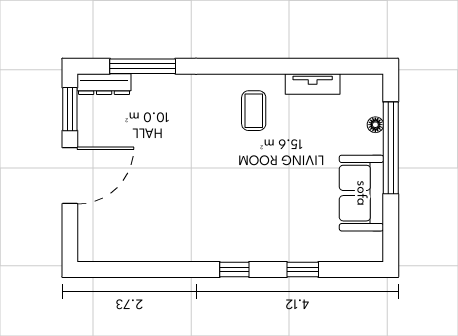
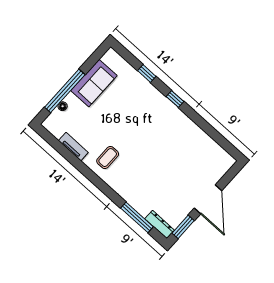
door: (70, 176) -> (208, 199), swing flipped

